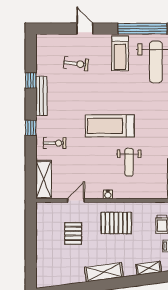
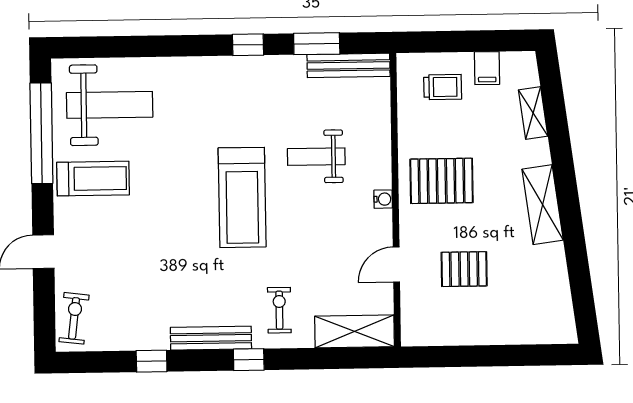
exercise bike: (76, 64) -> (74, 318), moved
bench: (41, 96) -> (211, 338), moved
weight bench: (129, 162) -> (316, 157), turned 180
door: (76, 200) -> (396, 264), hinge flipped
pallet: (116, 223) -> (442, 181), turned 90

